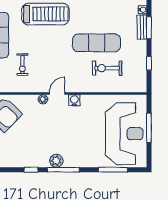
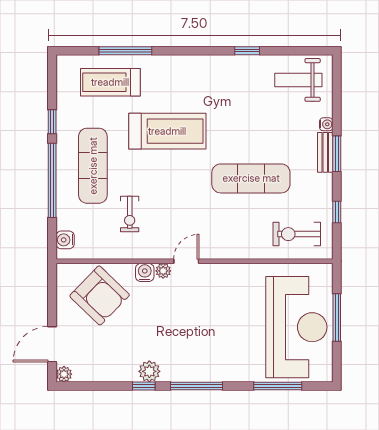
exercise bike: (107, 68) -> (297, 234), moved
water cooler: (74, 100) -> (145, 272), moved
plant: (56, 161) -> (149, 371), moved

